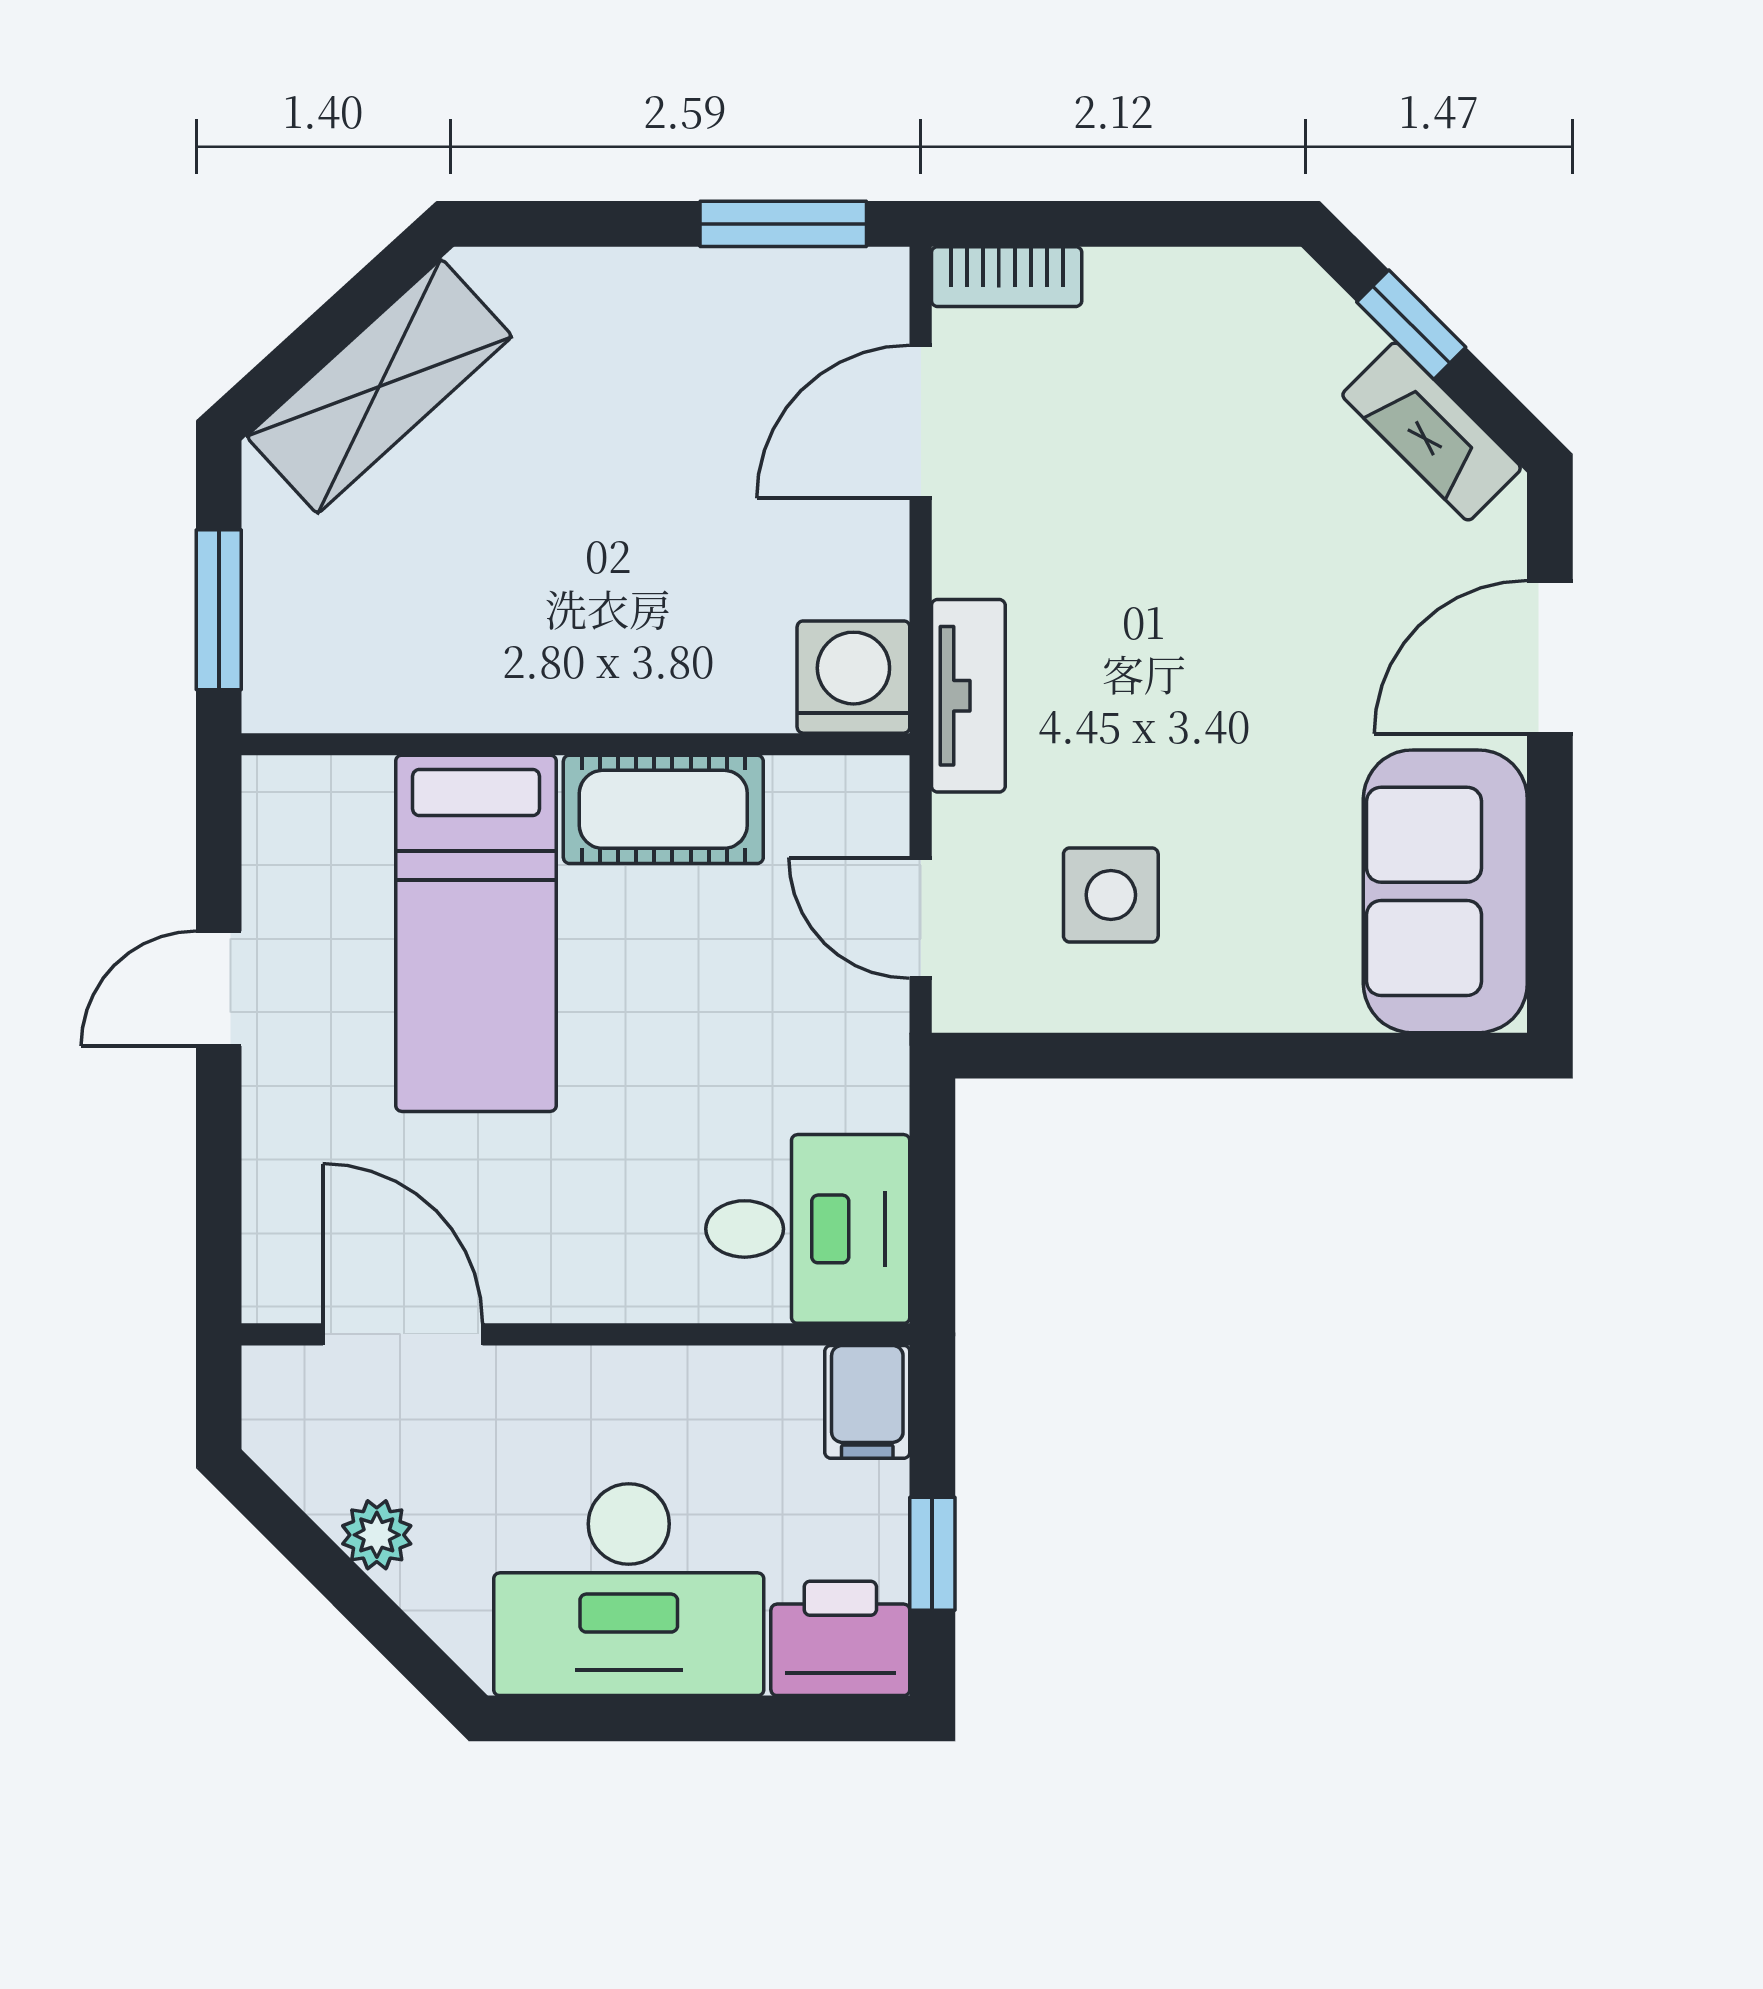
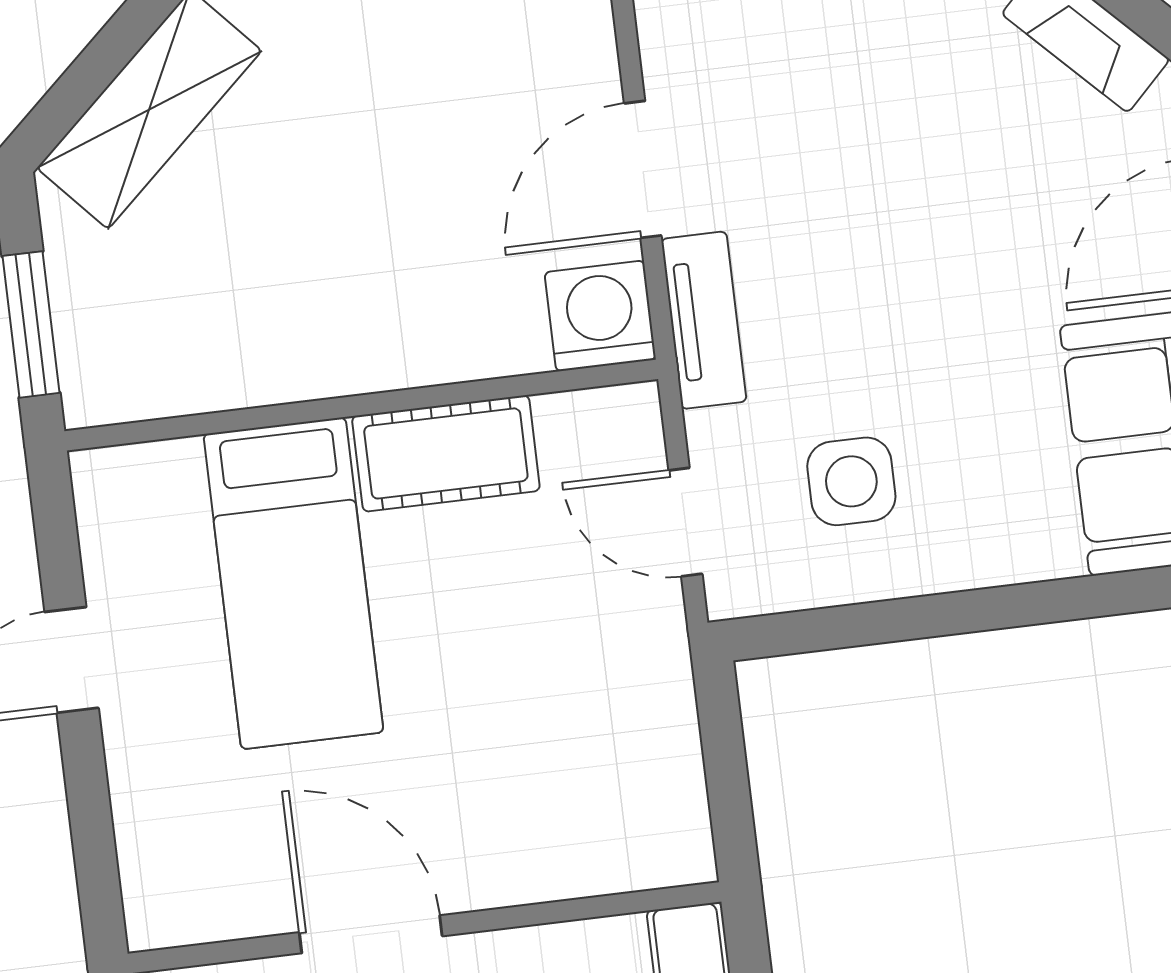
door: (921, 422) -> (643, 169), moved
desk: (808, 1229) -> (619, 810), removed
door: (403, 1334) -> (371, 934), moved

